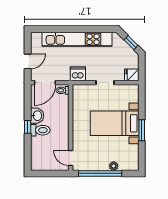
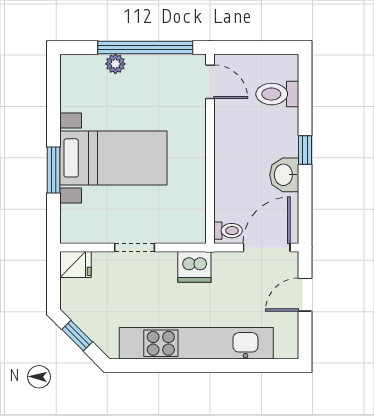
toilet: (40, 130) -> (277, 94), moved
window: (142, 130) -> (53, 170), moved

